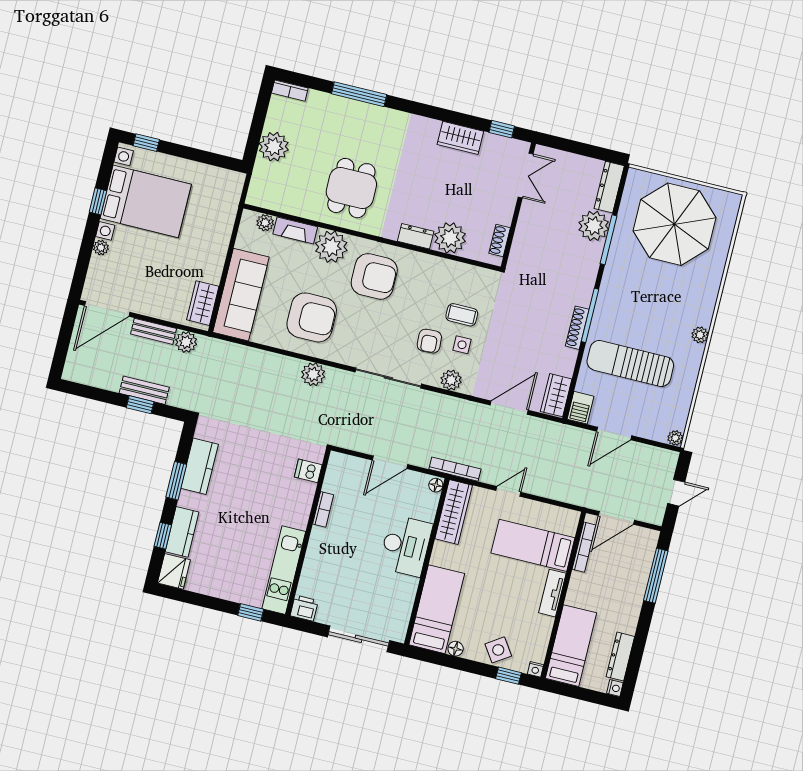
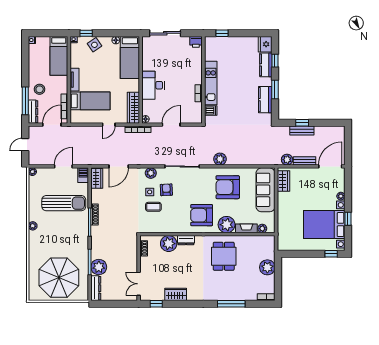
kitchen unit: (284, 570) -> (211, 83), moved
stool: (623, 591) -> (40, 89), added
dresser: (620, 657) -> (33, 112), moved

